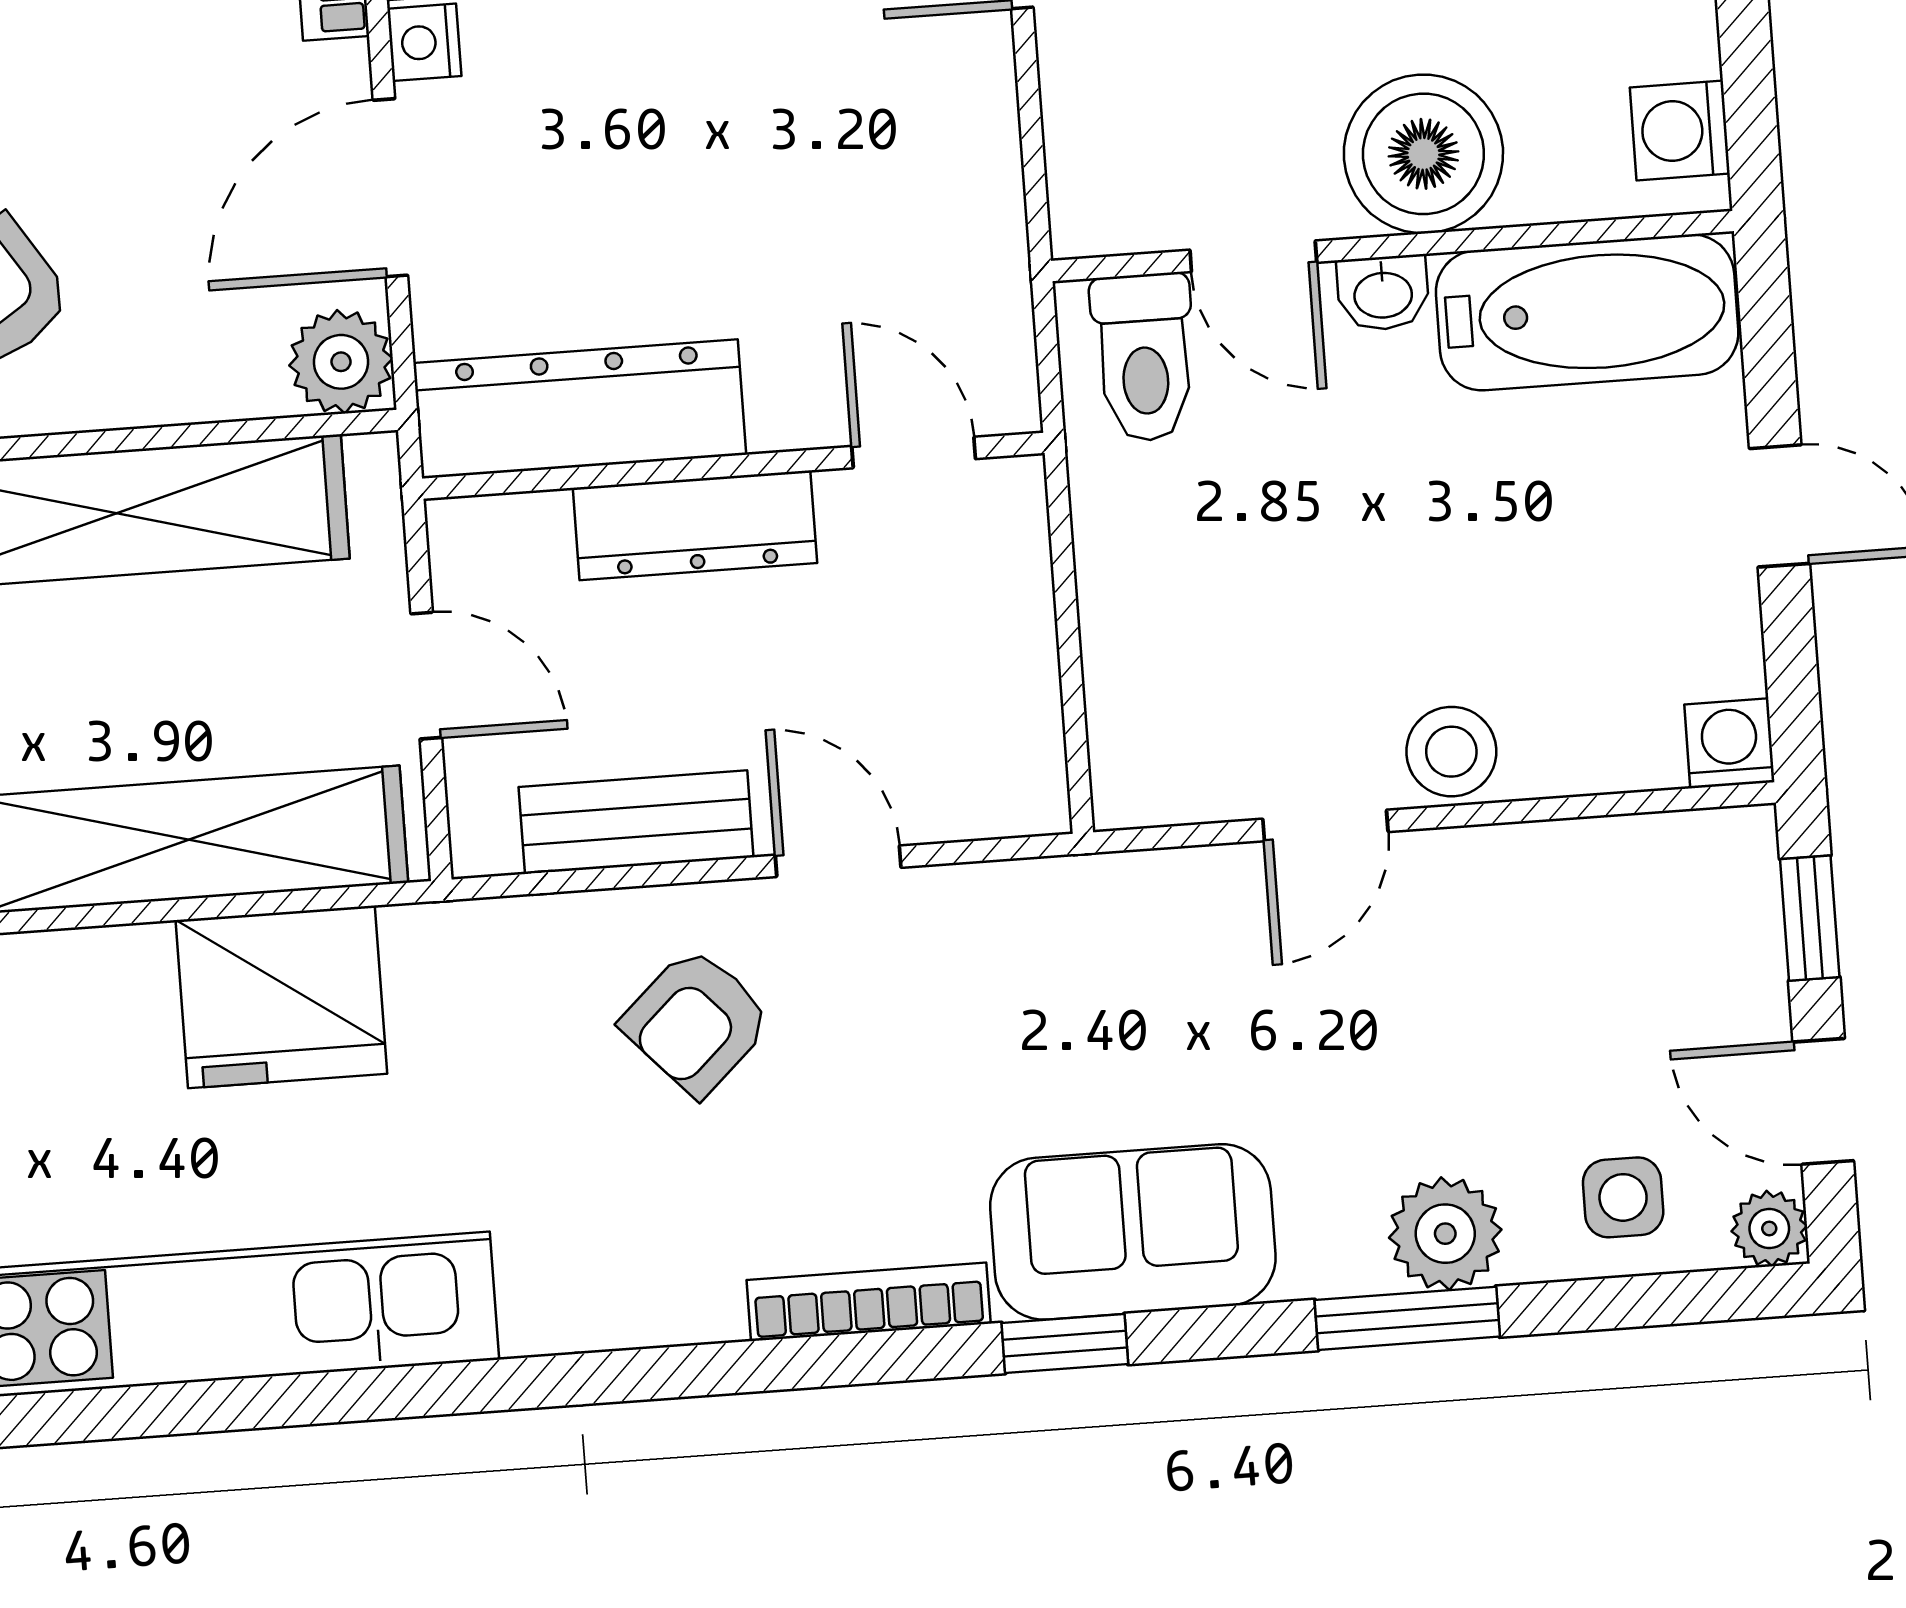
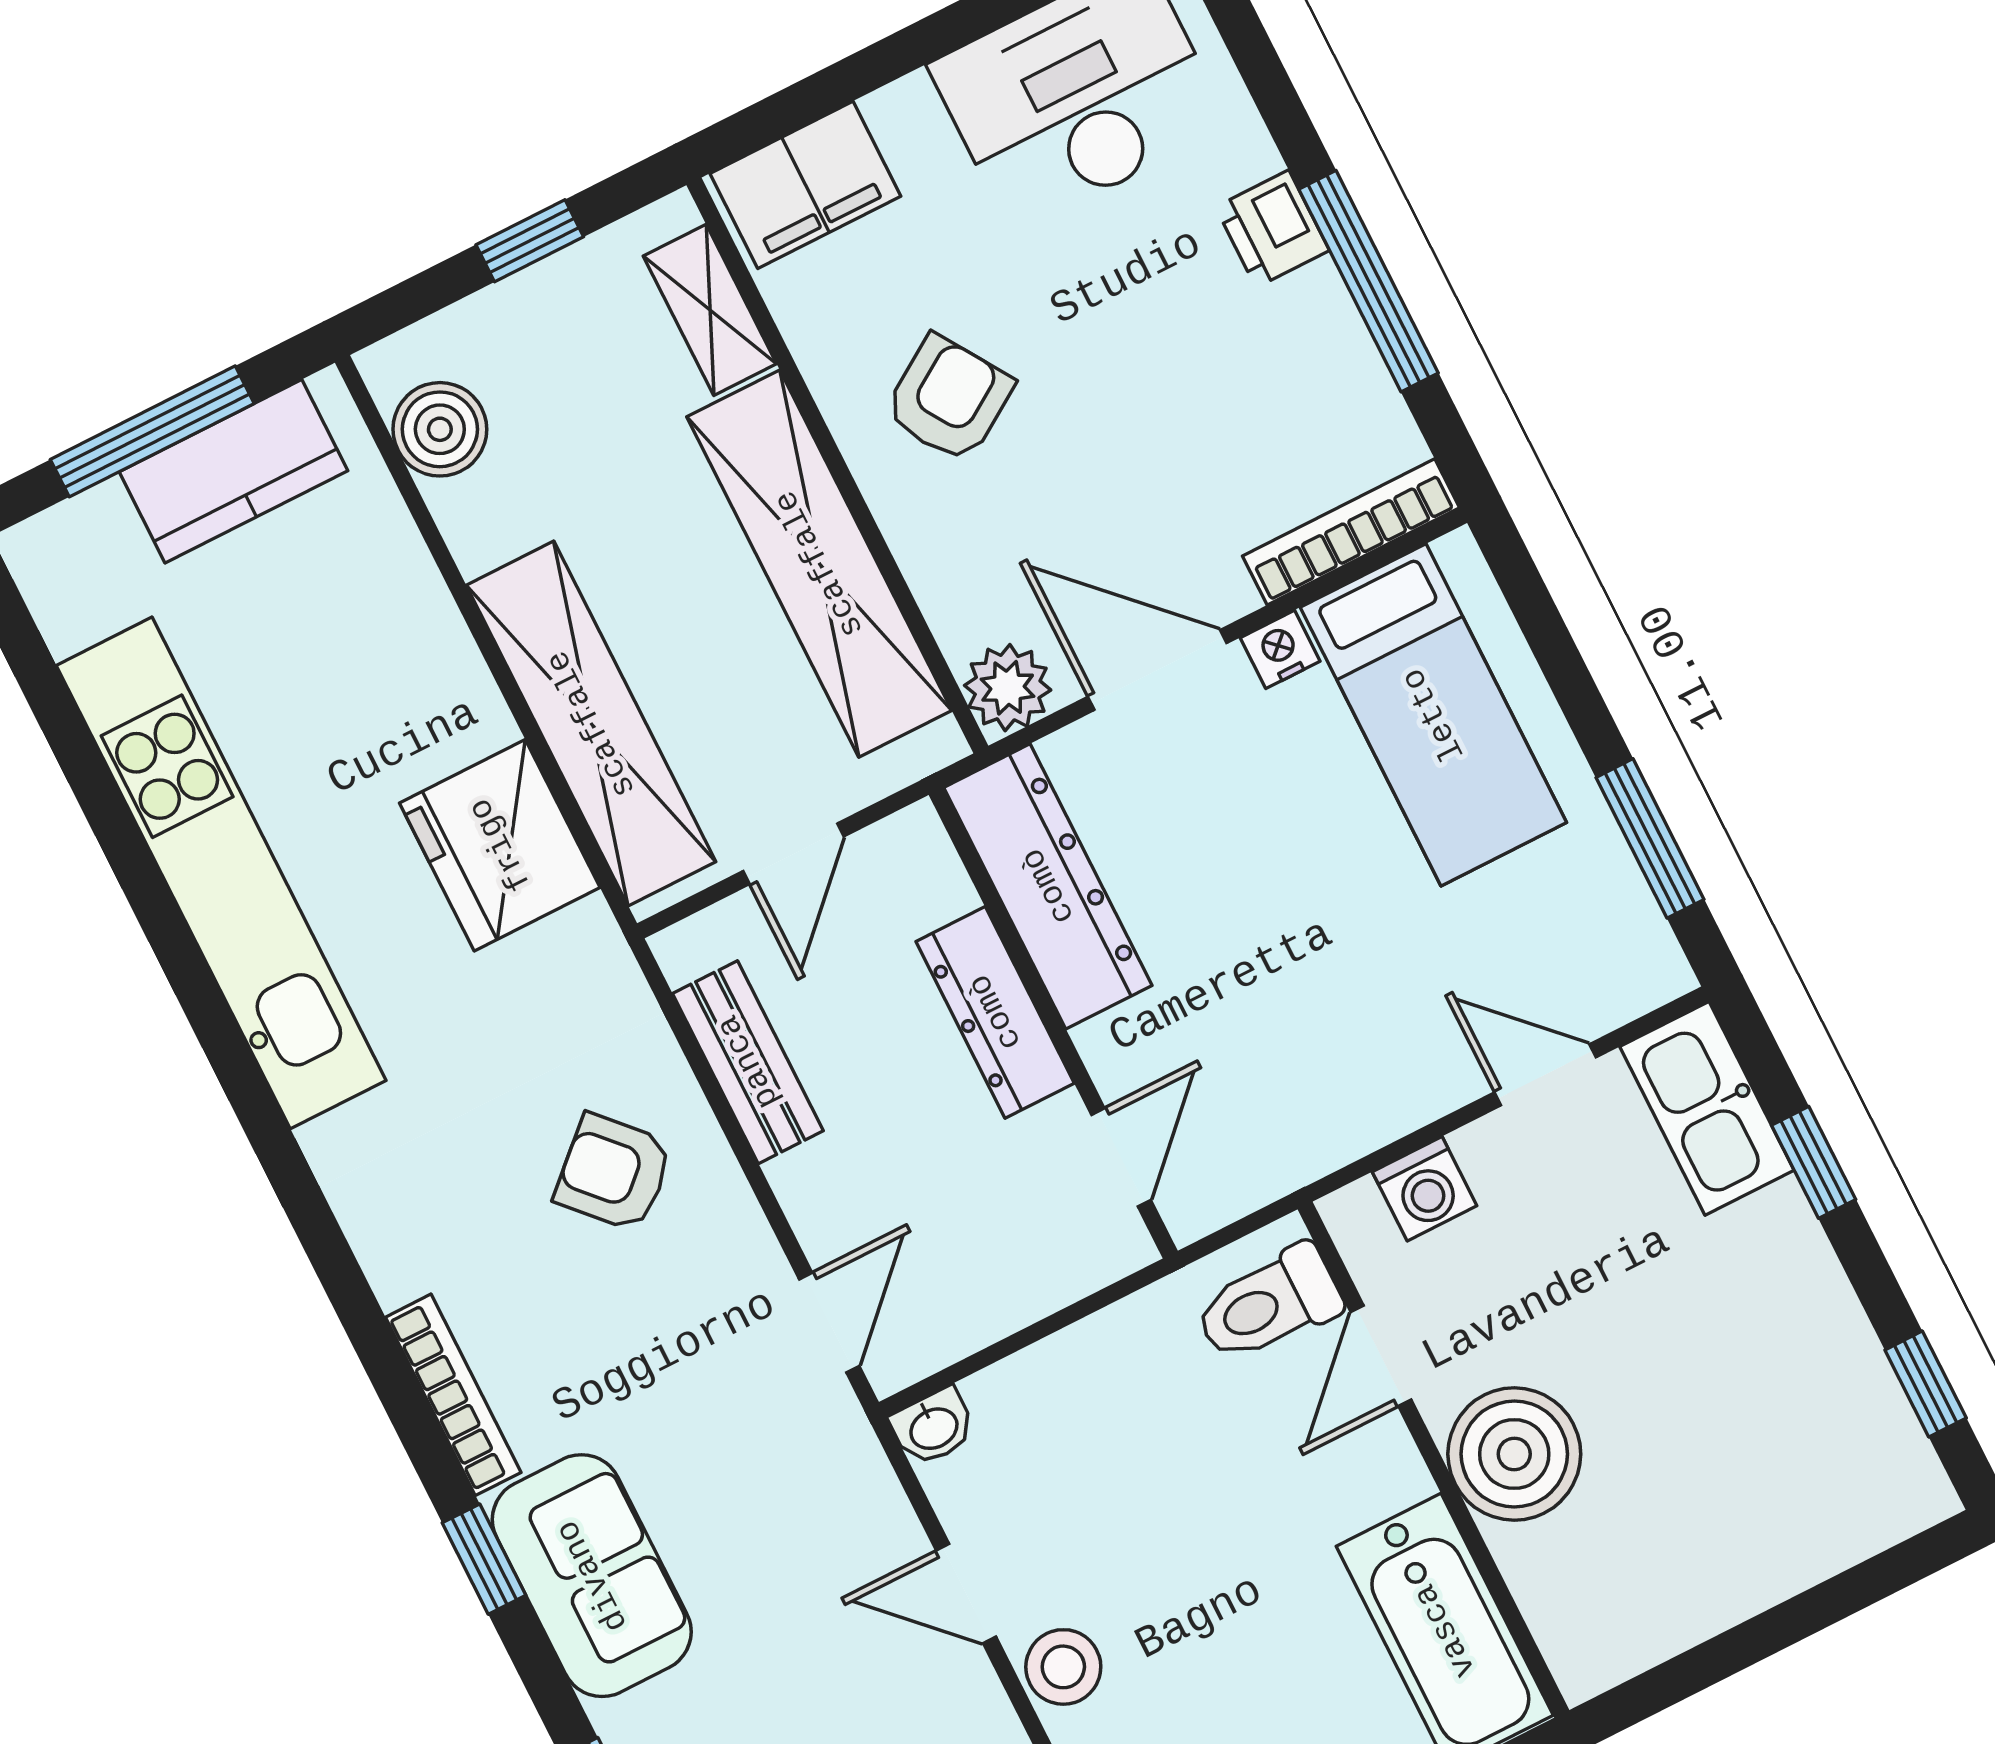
washing machine: (1680, 130) -> (1425, 1189), moved, turned 180
washbasin: (1383, 293) -> (933, 1427), moved, turned -90
door: (838, 861) -> (829, 1323), moved

